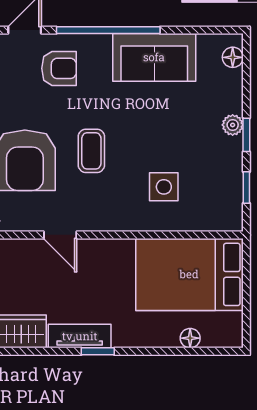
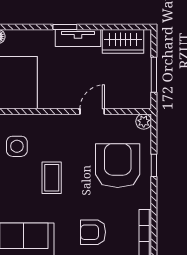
coffee table: (91, 151) -> (52, 178), moved
door: (60, 235) -> (92, 111), hinge flipped

